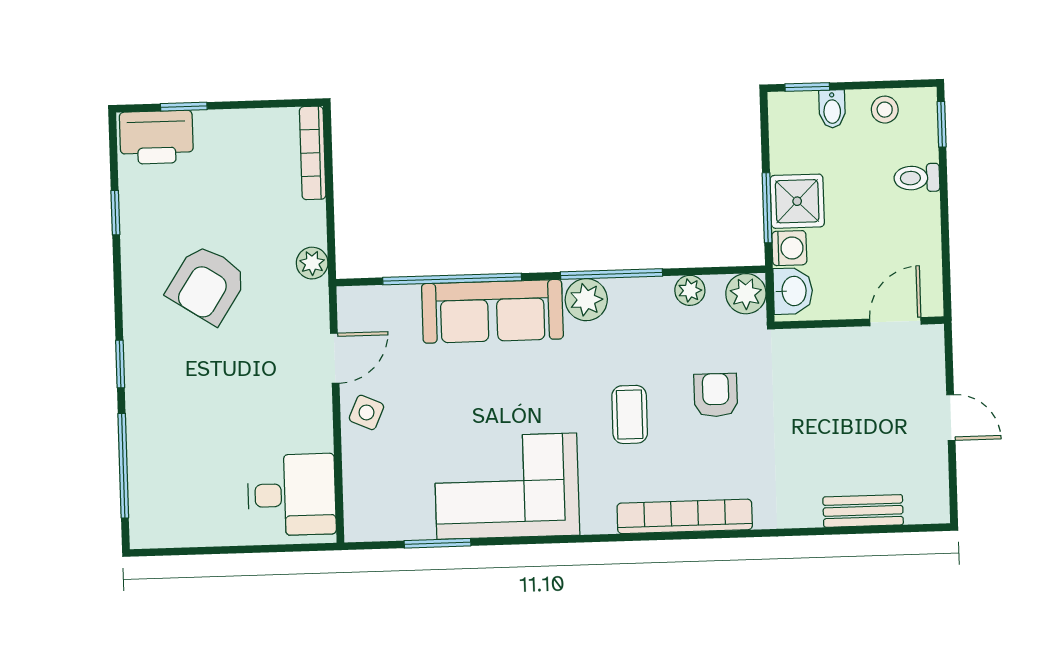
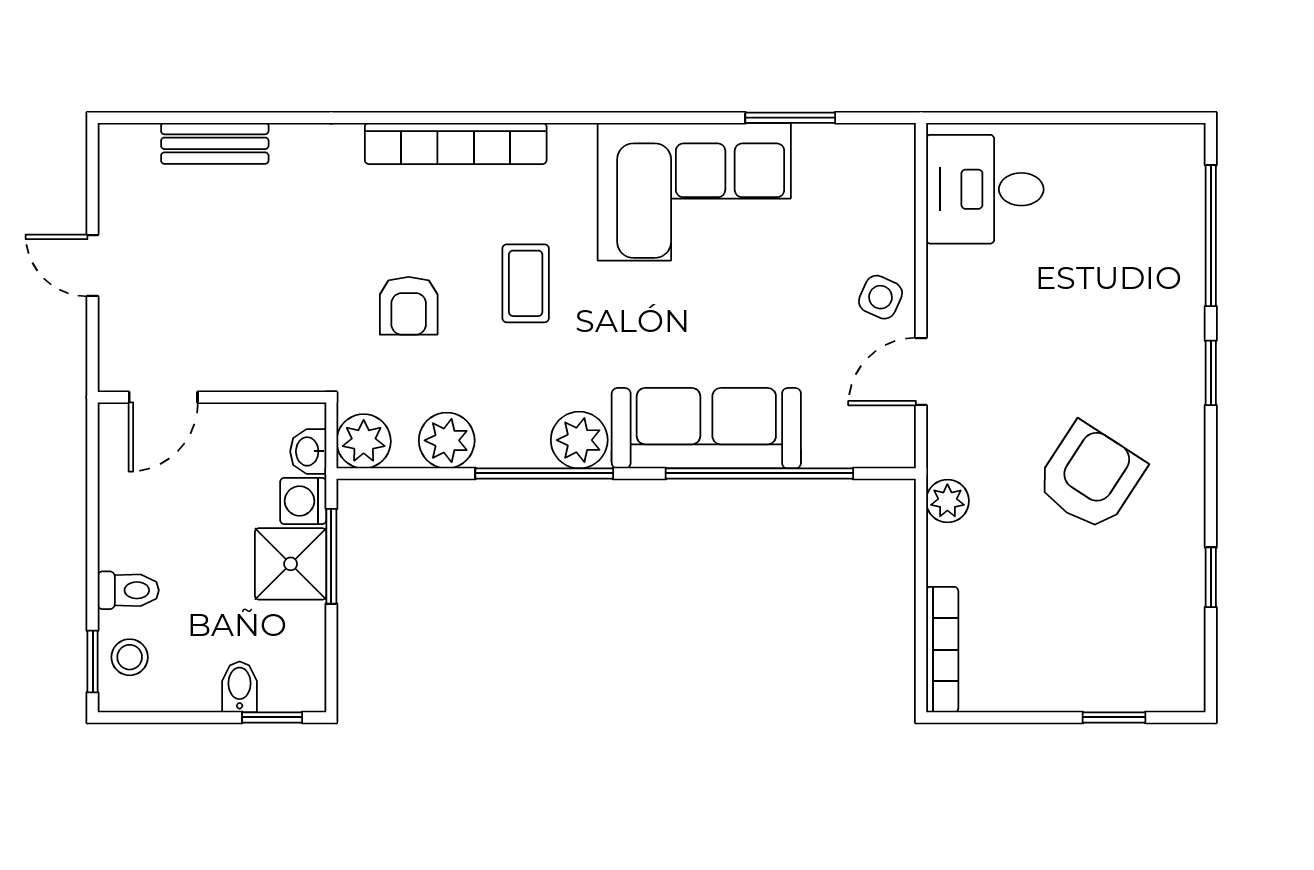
stool: (885, 110) -> (130, 657), moved
printer: (156, 137) -> (1152, 677), removed
plant: (690, 290) -> (447, 440), width x1.38, depth x1.38
washbasin: (793, 291) -> (308, 451), width x0.72, depth x0.69

